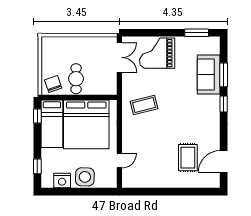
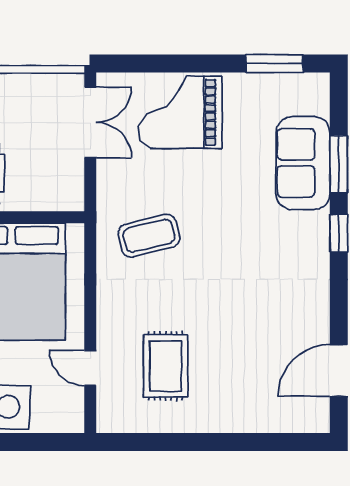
rug: (188, 158) -> (166, 366), moved
door: (119, 160) -> (90, 368), swing flipped

